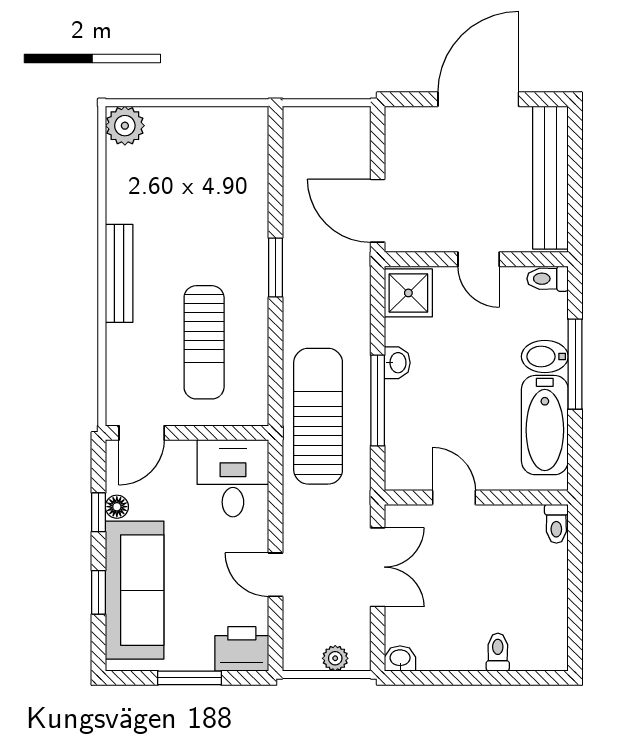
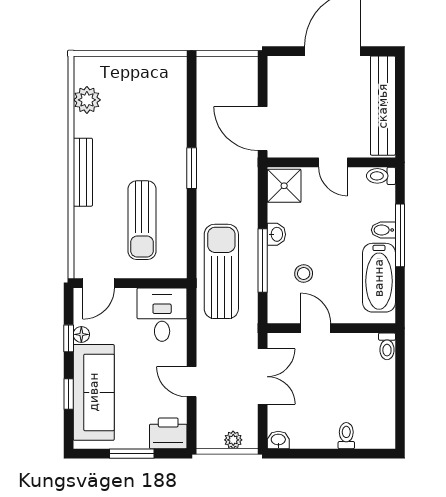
plant: (125, 126) -> (87, 100), moved
bidet: (545, 357) -> (383, 230), width x0.72, depth x0.74
stool: (436, 419) -> (304, 274), added

